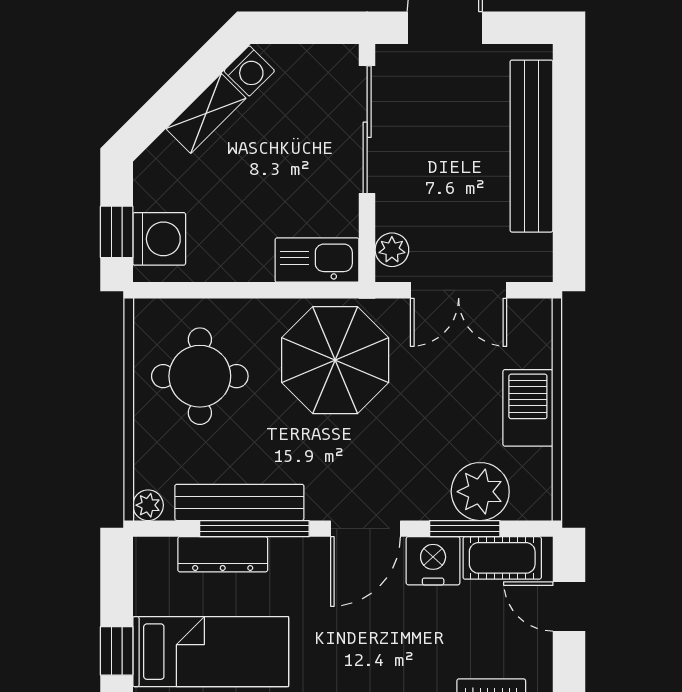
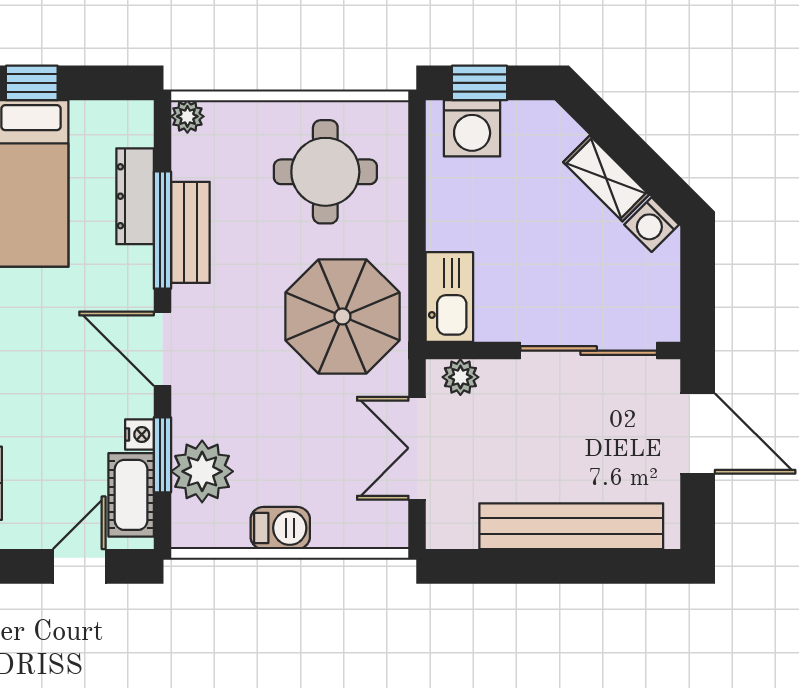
barbecue: (528, 408) -> (280, 528), width x0.73, depth x0.79
bench: (239, 502) -> (190, 232), width x0.73
nightstand: (433, 561) -> (139, 434), width x0.53, depth x0.56

